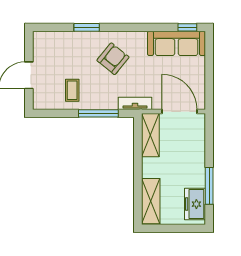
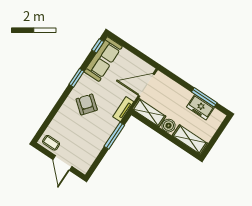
window: (87, 27) -> (77, 78), moved
coffee table: (72, 90) -> (51, 143), moved
boiler: (150, 167) -> (169, 126), added
freezer: (195, 204) -> (200, 107), moved

